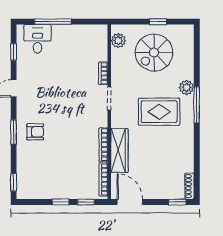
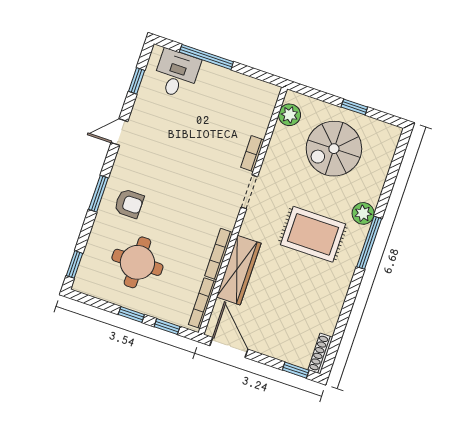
round table: (53, 167) -> (137, 262), added

